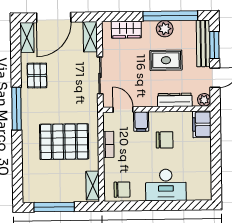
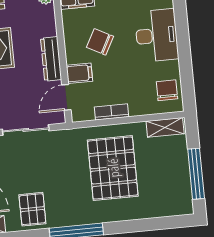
pallet: (37, 75) -> (32, 209), turned 90
dresser: (175, 100) -> (51, 59), moved
chair: (165, 140) -> (100, 42), turned -62

